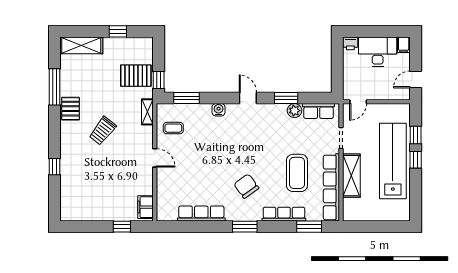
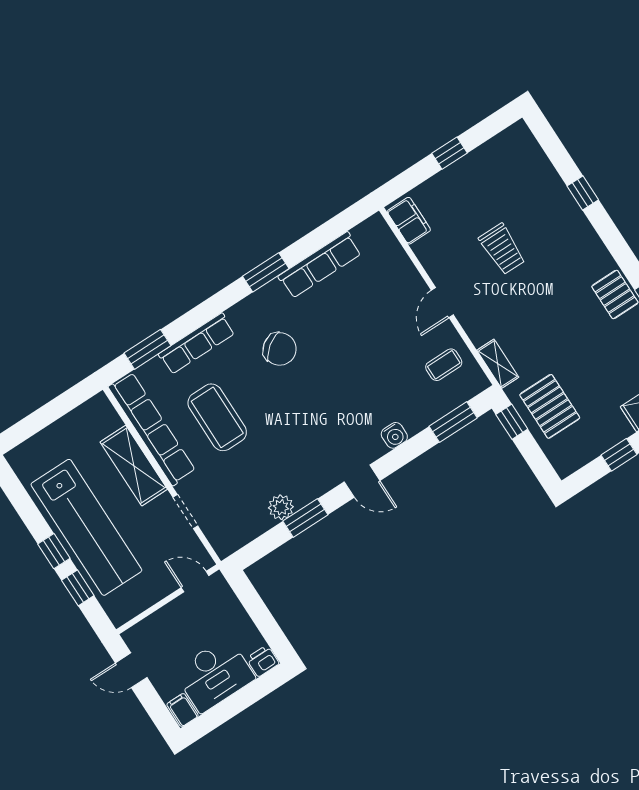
pallet: (136, 76) -> (550, 406), turned 90
door: (416, 79) -> (131, 670), swing flipped
door: (358, 102) -> (195, 582), hinge flipped
row of seats: (319, 111) -> (245, 530), removed
trolley: (103, 131) -> (502, 249), moved, turned 142
door: (155, 158) -> (442, 303), hinge flipped
window: (122, 227) -> (450, 153), moved
window: (245, 227) -> (266, 272), moved

